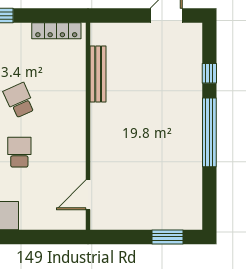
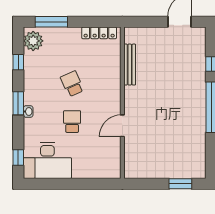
door: (88, 195) -> (122, 126), moved

